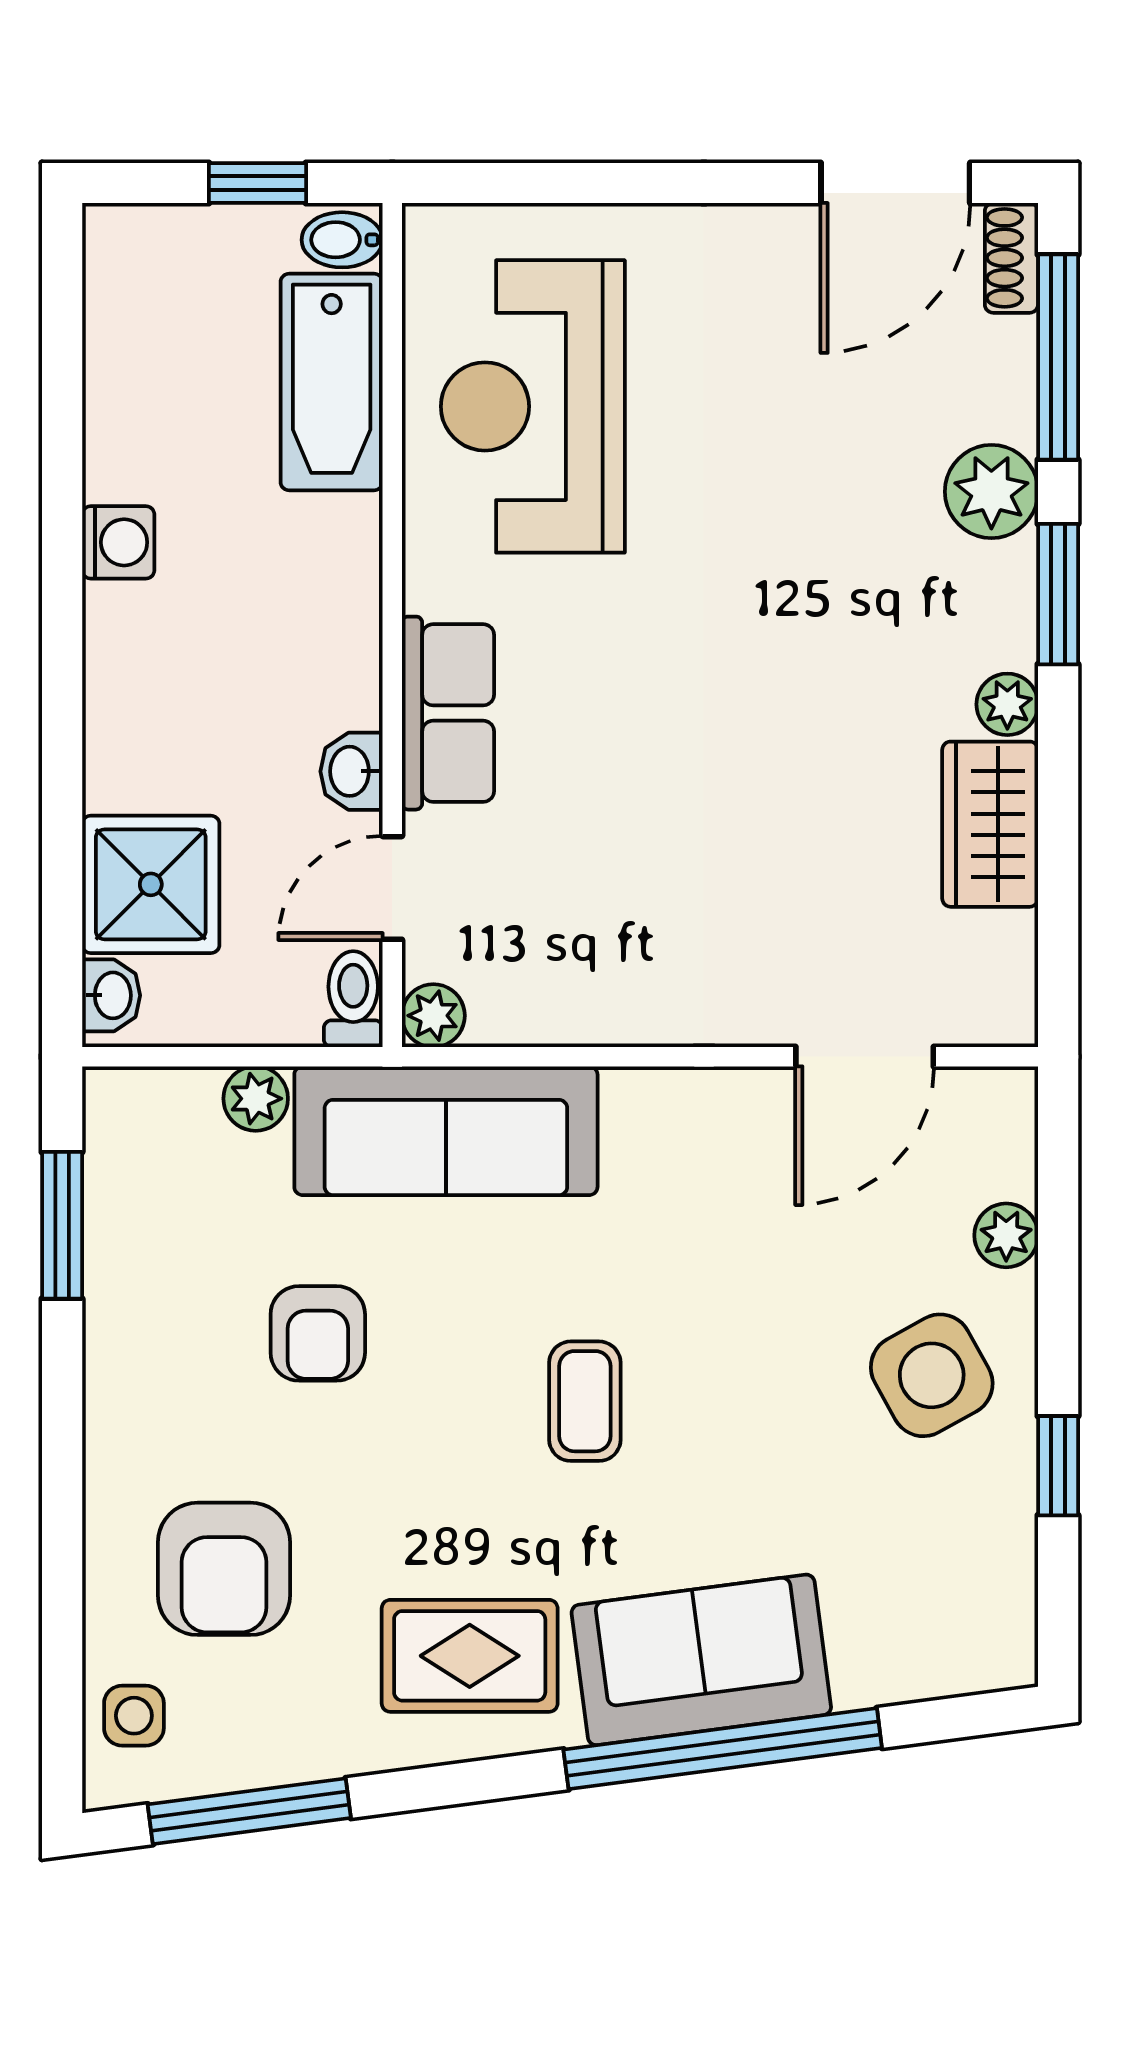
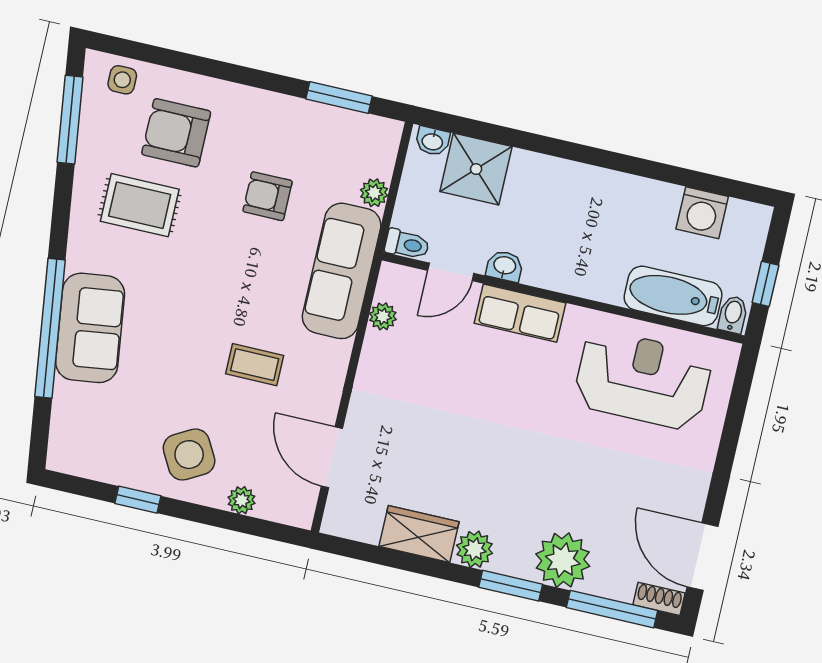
plant: (991, 492) -> (563, 560), width x1.36, depth x1.36
washing machine: (118, 542) -> (702, 213), moved, width x1.38, depth x1.38
plant: (1007, 704) -> (475, 549), width x1.38, depth x1.38
door: (392, 888) -> (451, 272), swing flipped
plant: (433, 1016) -> (383, 316), moved
coffee table: (585, 1401) -> (255, 365), moved
rug: (470, 1656) -> (140, 205), moved, turned 90

